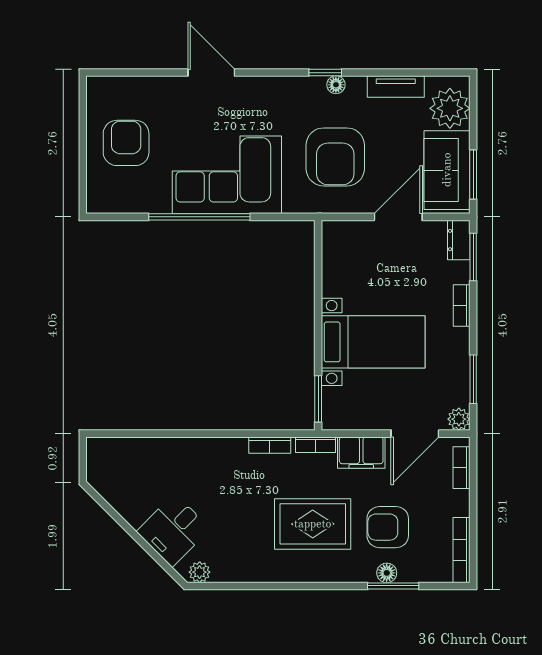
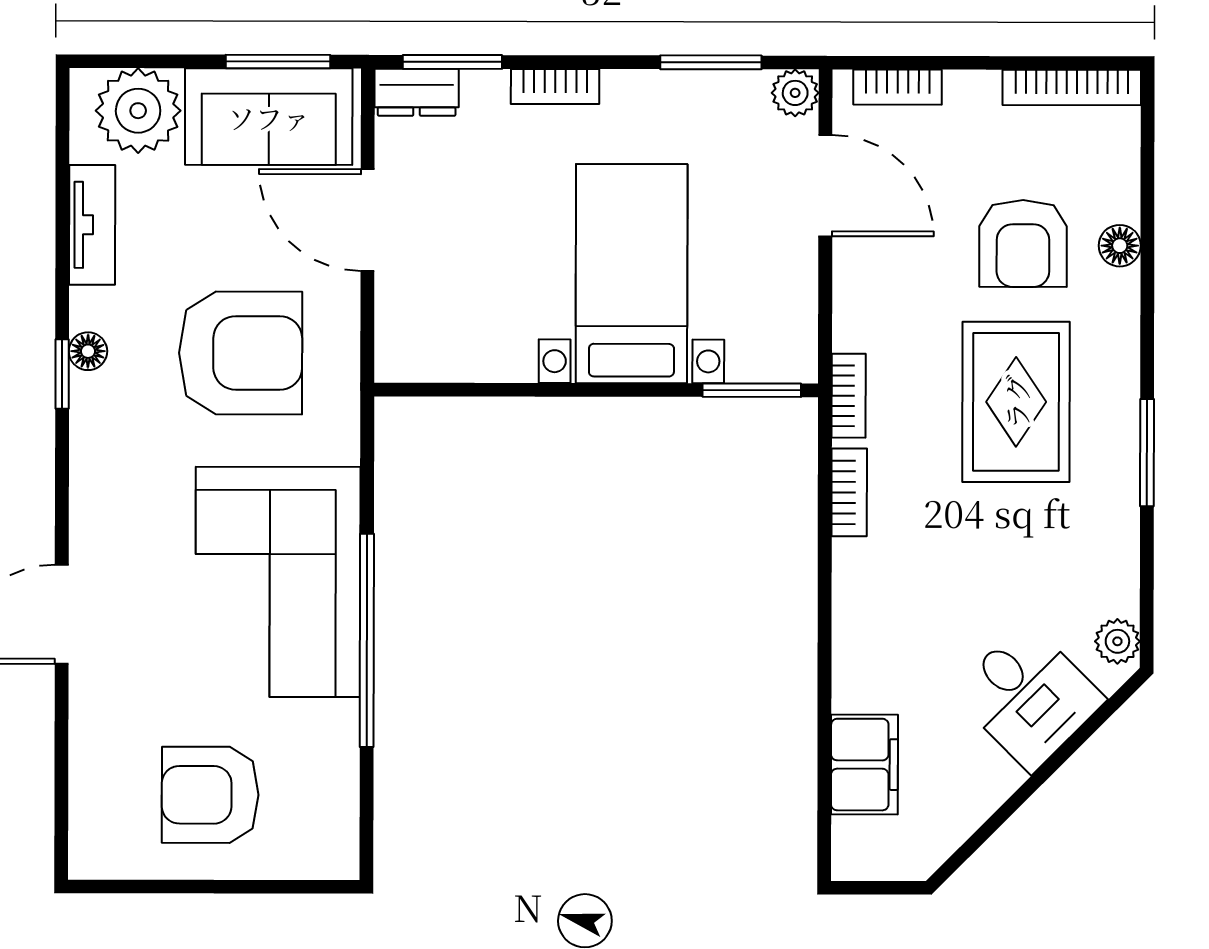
filing cabinet: (361, 453) -> (864, 765), moved
window: (393, 586) -> (1147, 453), moved

